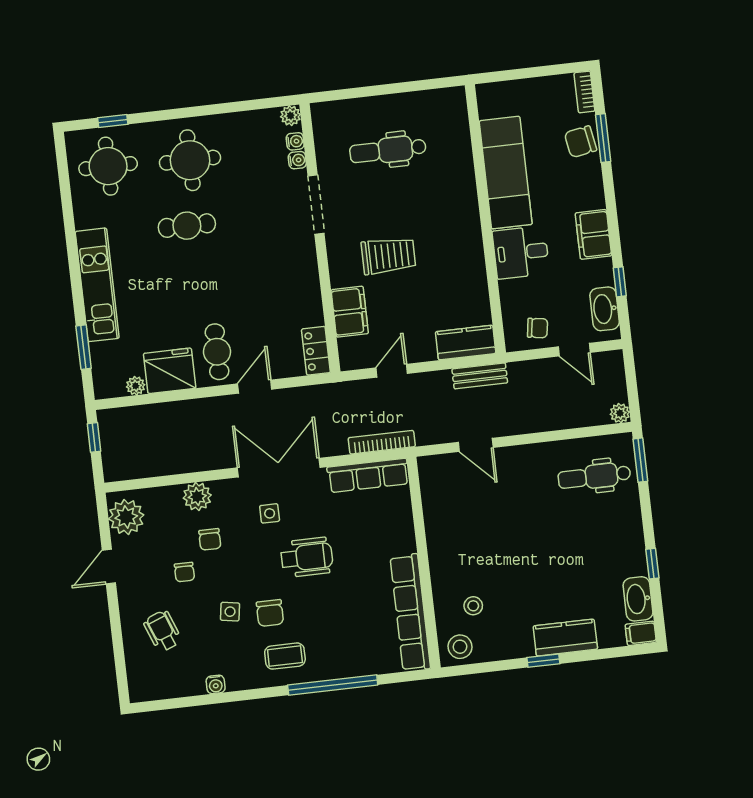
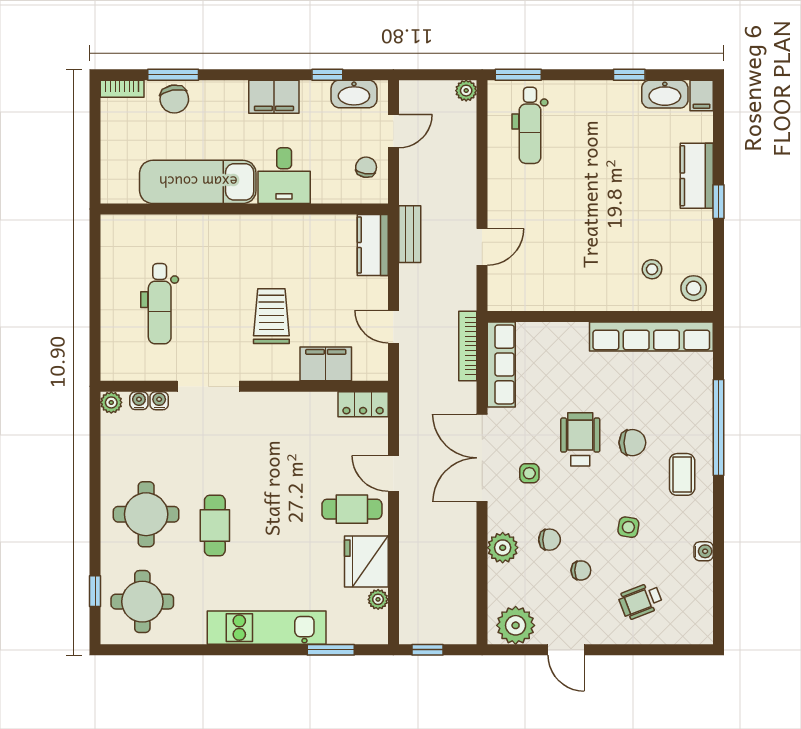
chair: (270, 613) -> (632, 443), moved

